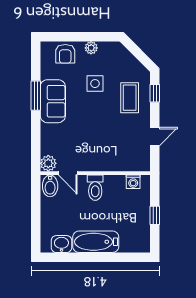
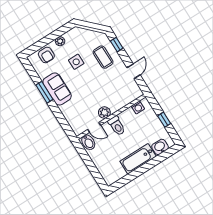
plant: (48, 163) -> (104, 113), moved
washbasin: (61, 244) -> (160, 147), moved

